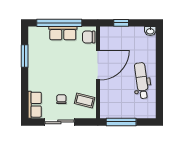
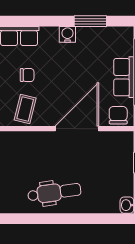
door: (98, 65) -> (77, 129), swing flipped
water cooler: (34, 72) -> (67, 34), added

